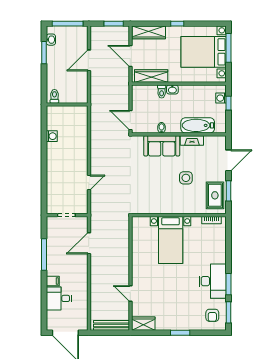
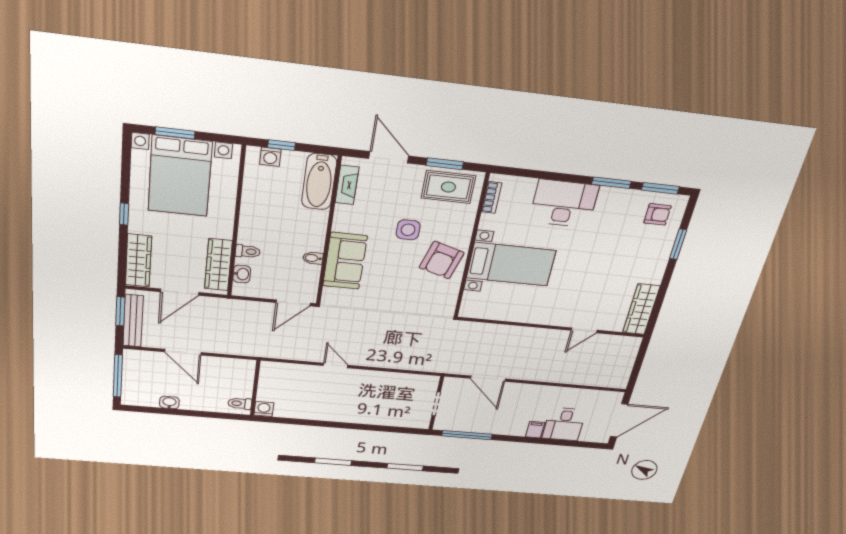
washbasin: (51, 40) -> (169, 402), moved
window: (229, 48) -> (175, 133), width x0.69
window: (44, 53) -> (166, 411), removed
washbasin: (172, 89) -> (242, 274), moved
bathtub: (198, 125) -> (319, 182), moved
washing machine: (52, 136) -> (264, 409), moved
fireplace: (192, 140) -> (347, 185), moved
door: (89, 183) -> (336, 365), moved
armchair: (169, 200) -> (442, 260), added
window: (44, 254) -> (467, 435), moved
desk: (213, 281) -> (564, 203), moved
wardrobe: (143, 324) -> (641, 309), width x1.50
bench: (111, 325) -> (133, 321), moved
window: (180, 333) -> (678, 244), moved

